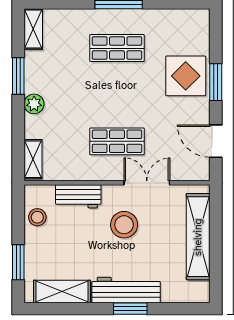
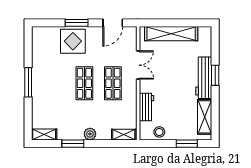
shop shelf: (117, 48) -> (84, 83), moved
double door: (147, 183) -> (138, 65), swing flipped
stool: (124, 225) -> (164, 79), removed

